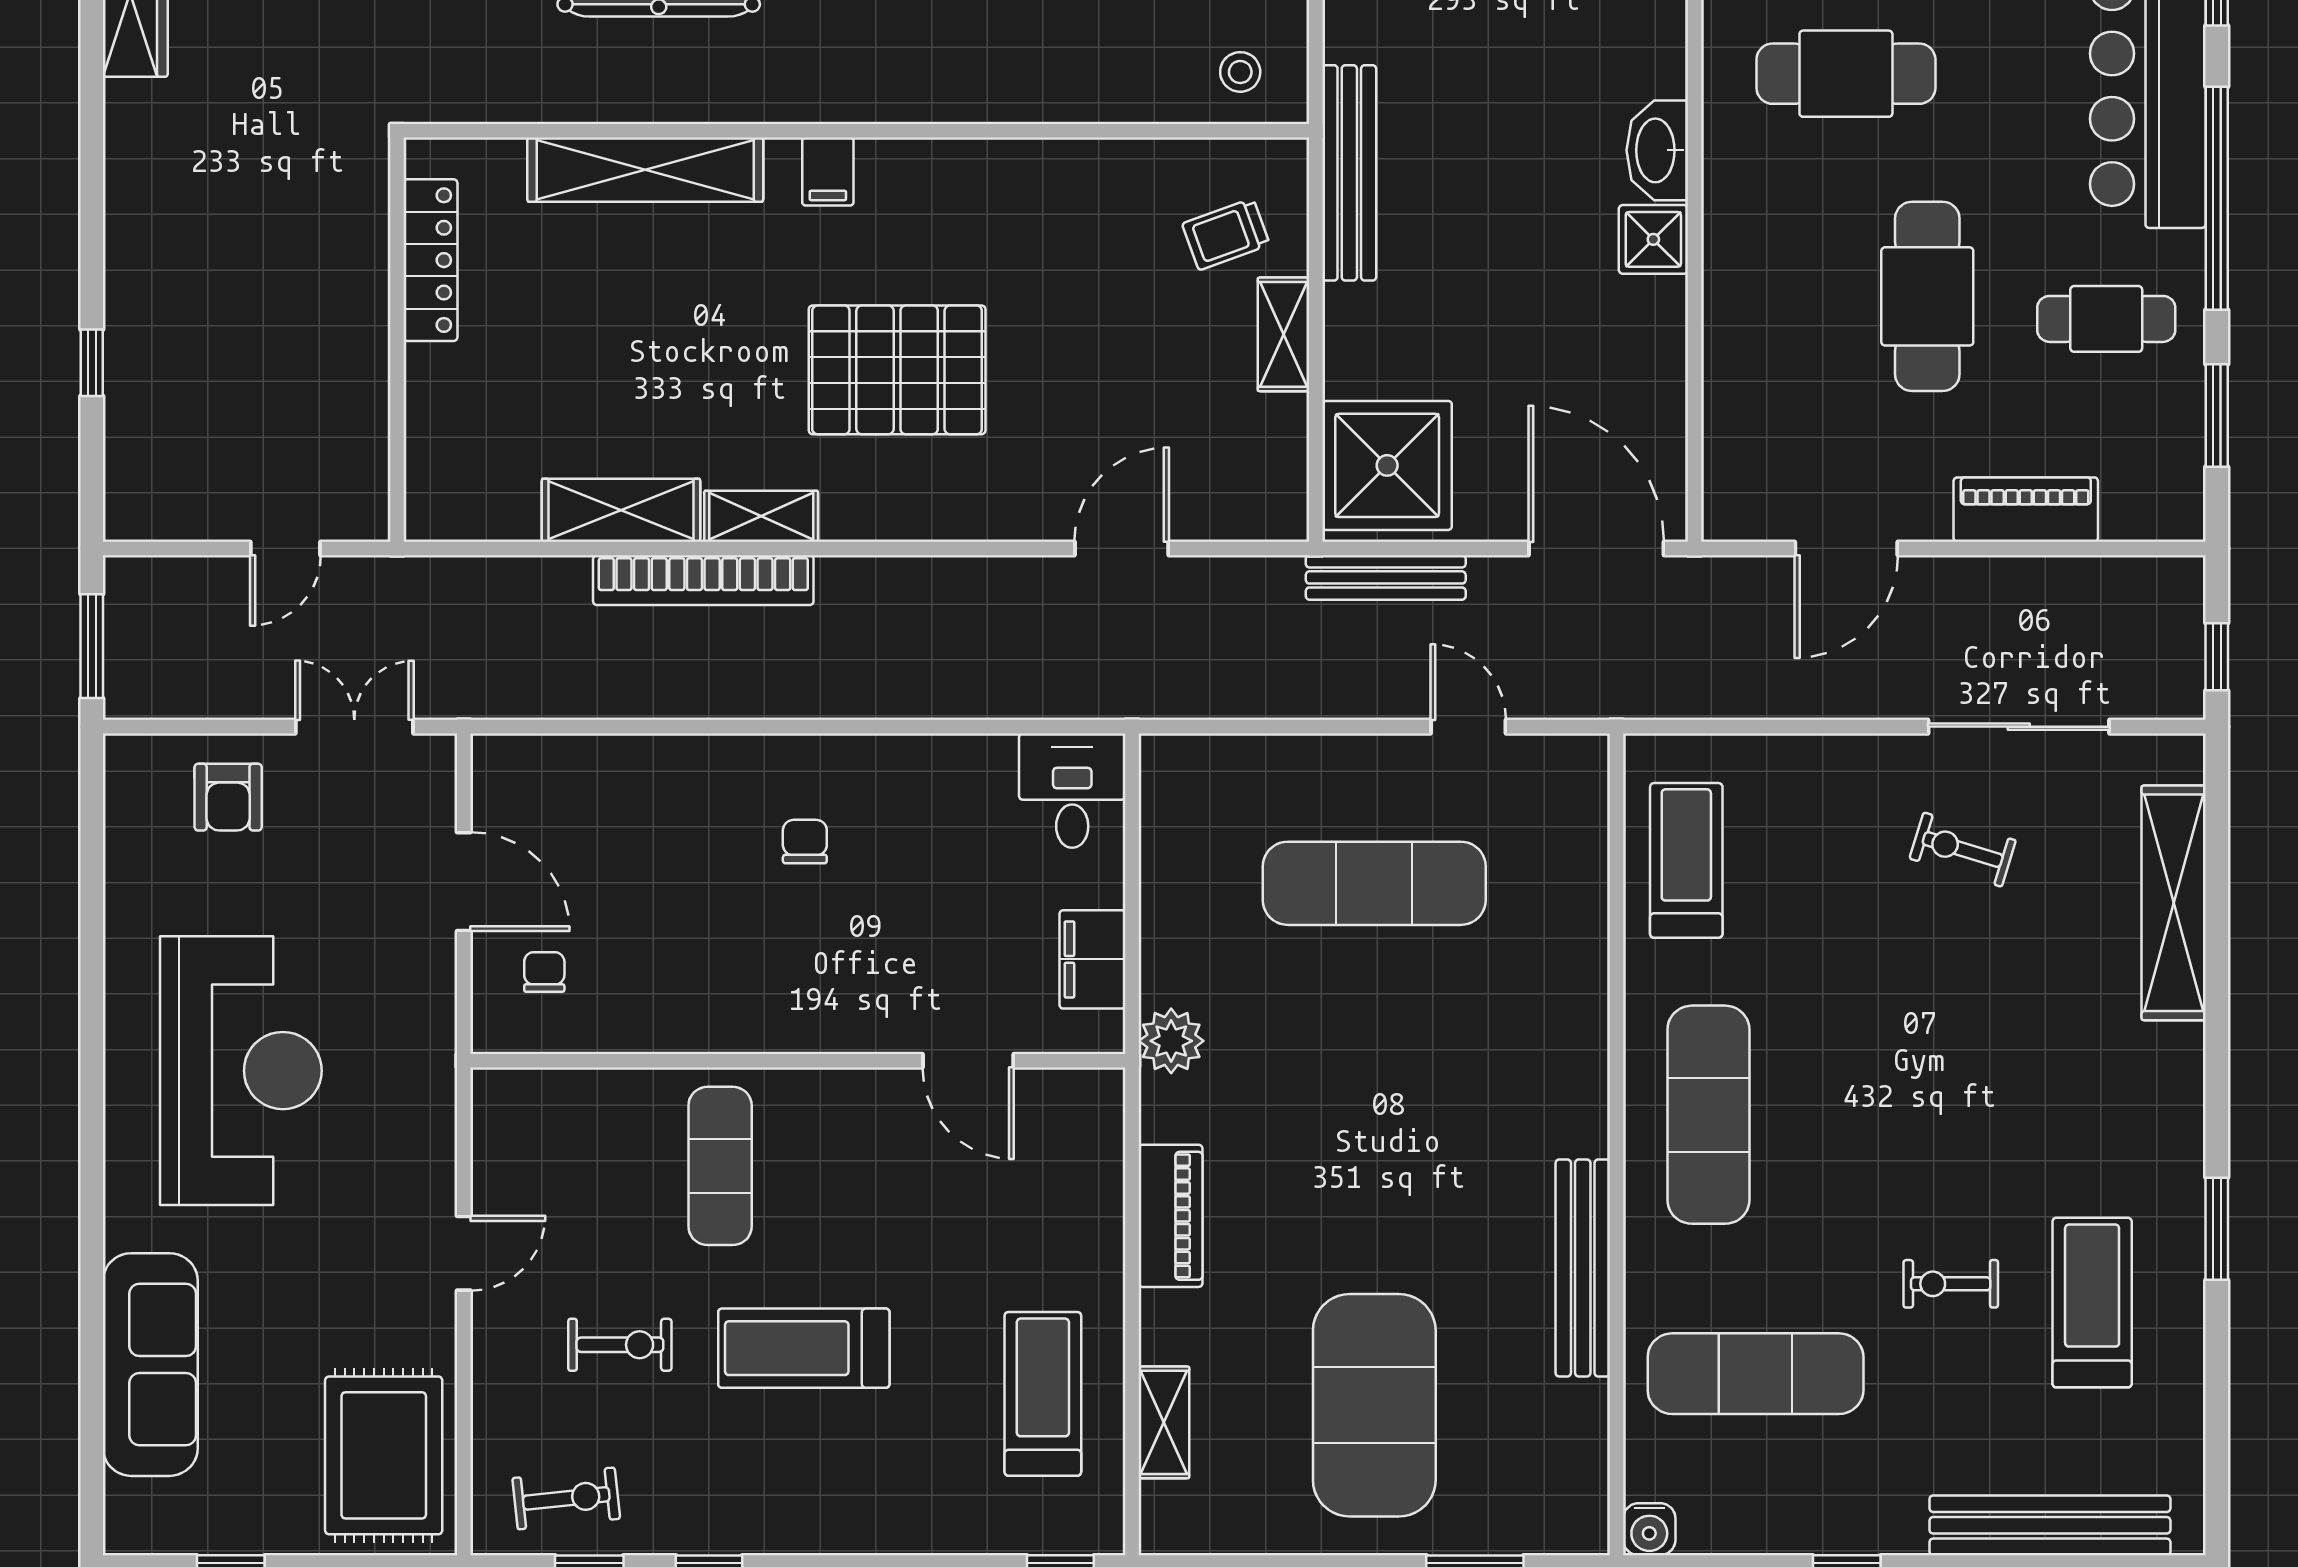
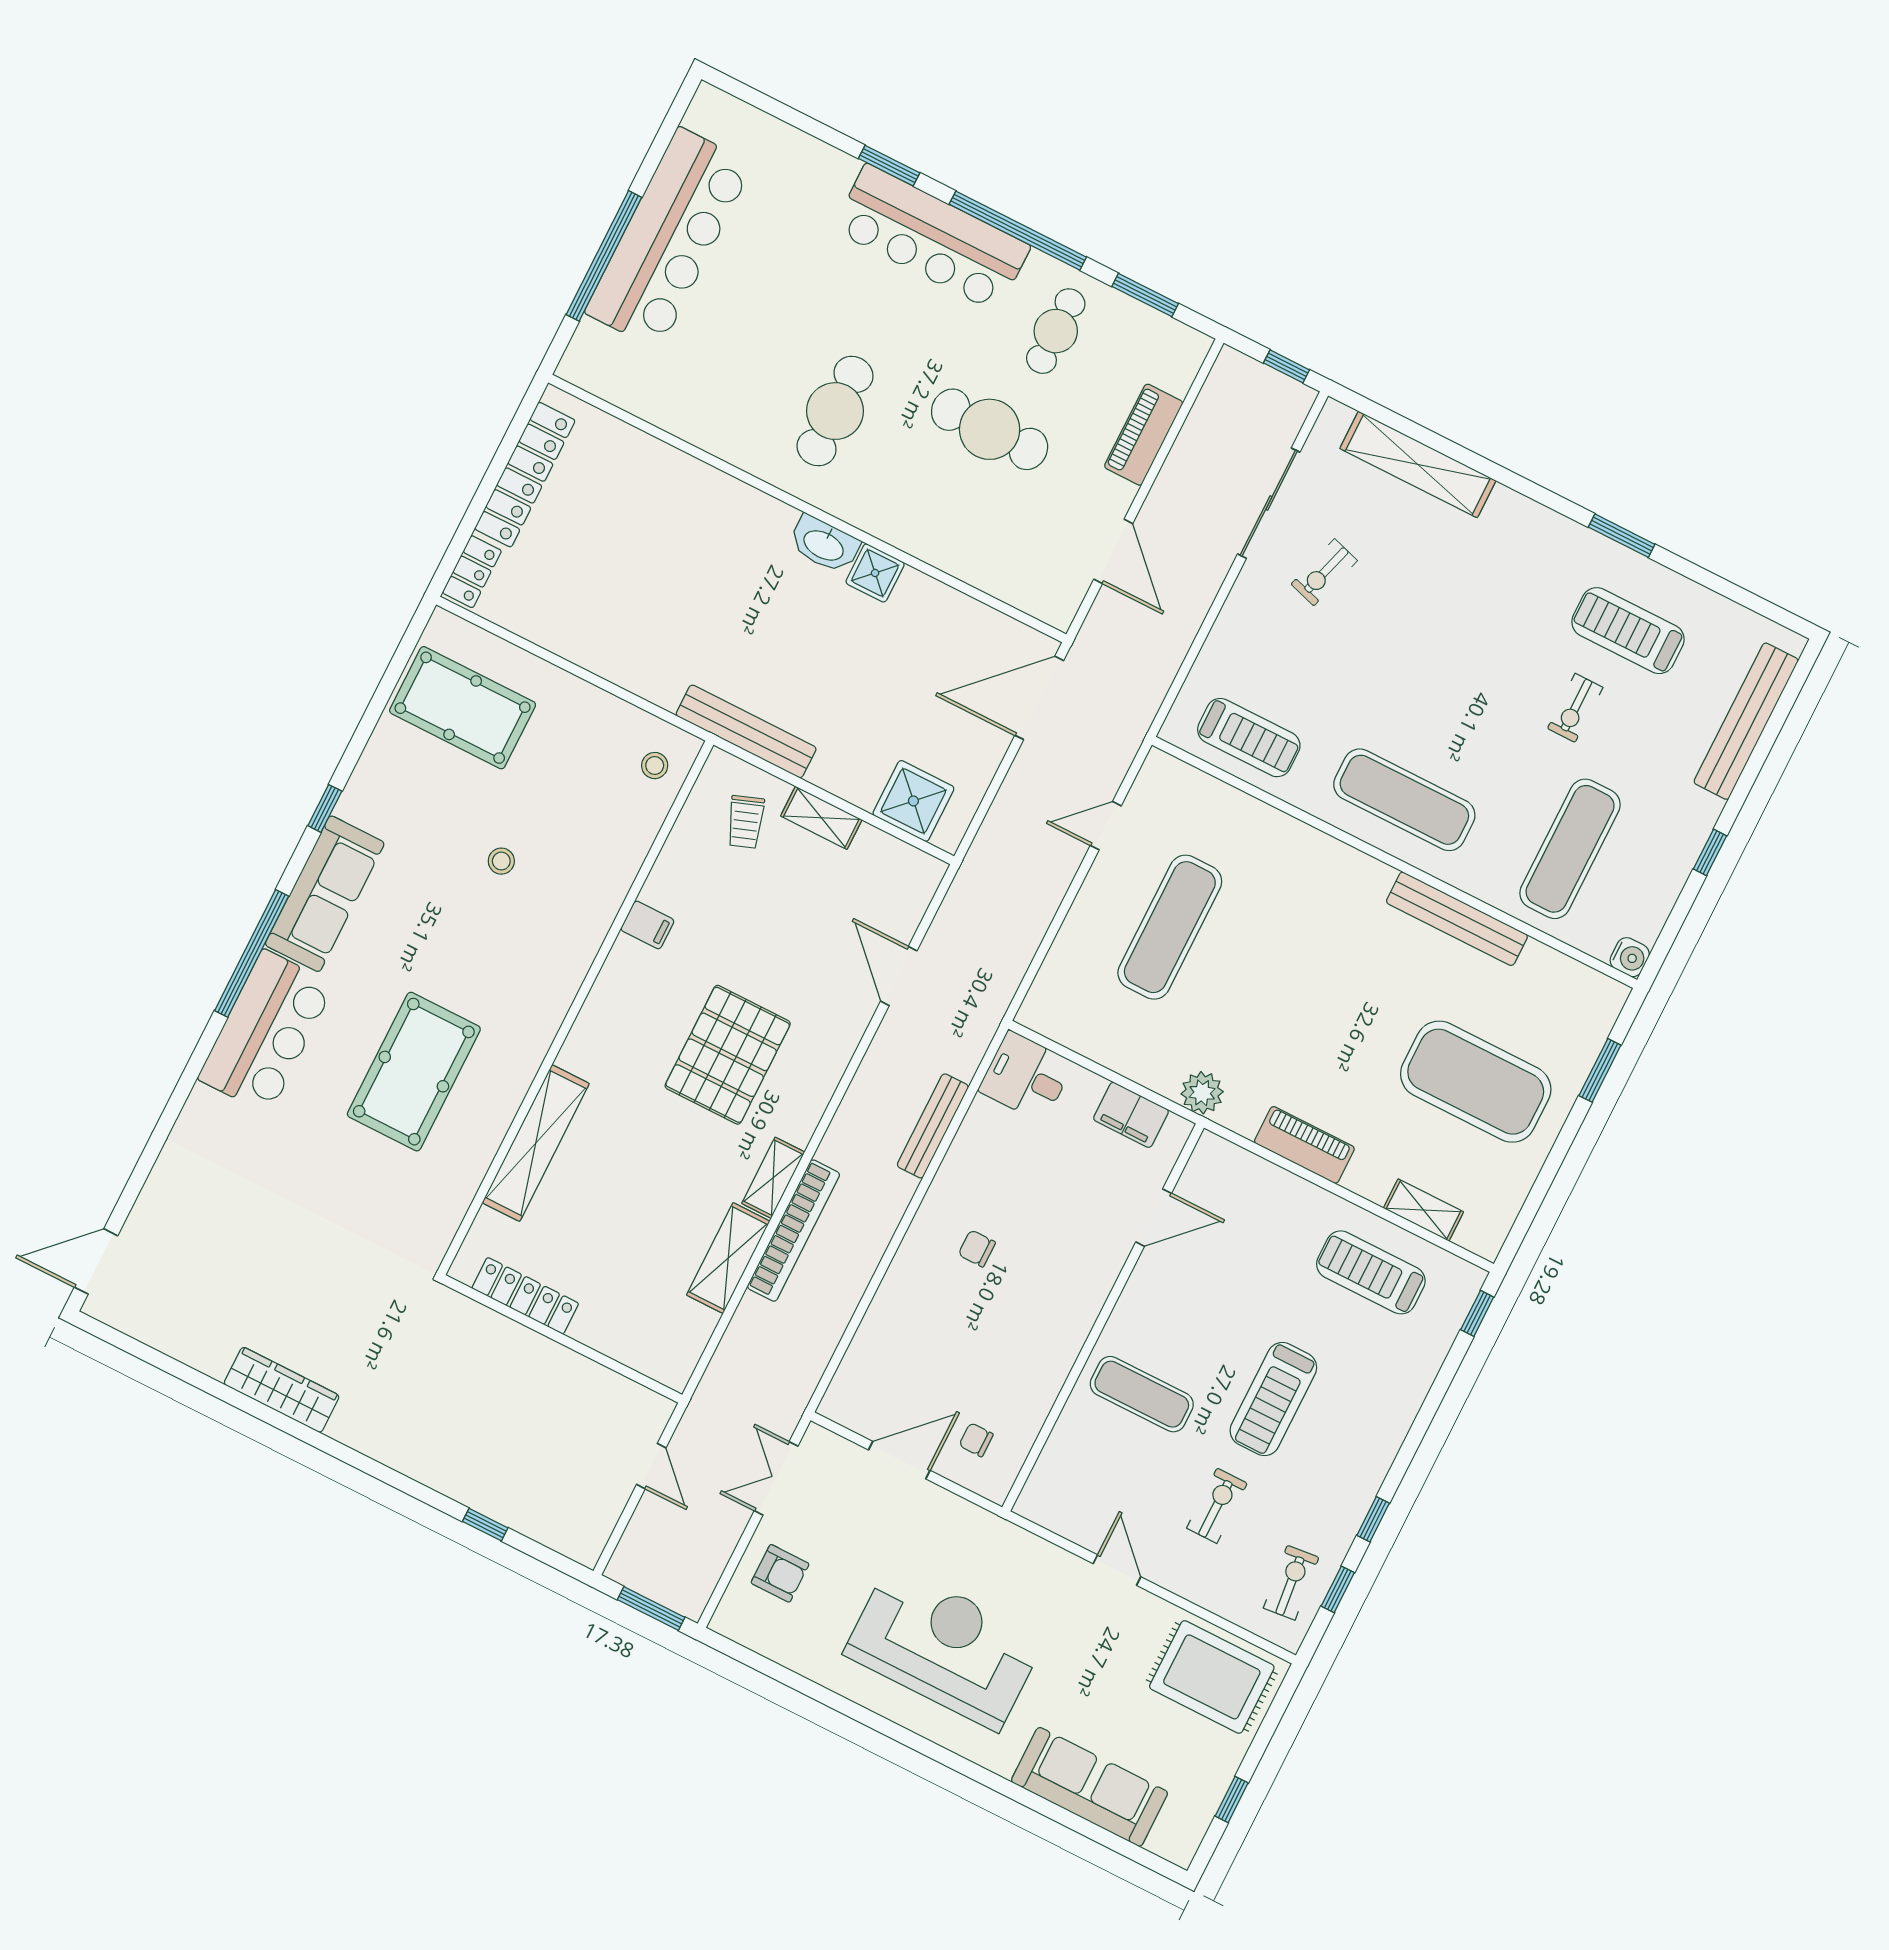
filing cabinet: (828, 172) -> (647, 925), moved
shower: (1387, 465) -> (913, 801), width x0.73, depth x0.73
bench: (1386, 577) -> (933, 1126), moved
treadmill: (1686, 860) -> (1249, 738), turned 180

